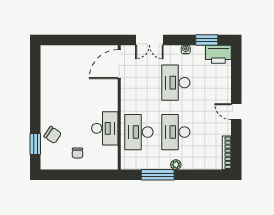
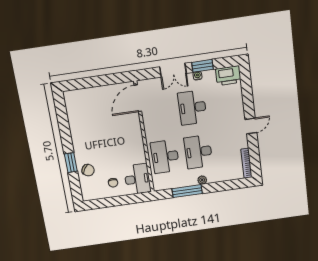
double door: (149, 40) -> (173, 70), moved
window: (207, 40) -> (203, 66), moved
door: (236, 112) -> (251, 126), swing flipped
desk: (105, 128) -> (137, 179), moved
window: (35, 144) -> (71, 163), moved

